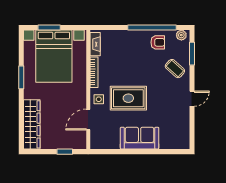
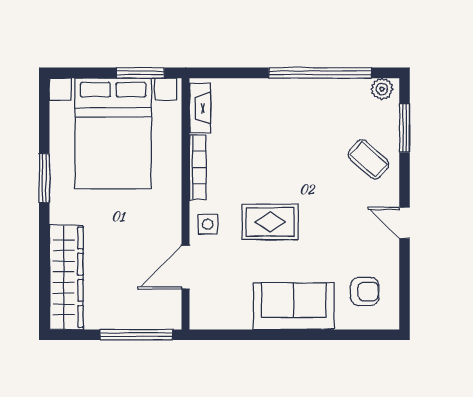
window: (49, 28) -> (140, 73), moved
armchair: (158, 42) -> (365, 292), moved
rug: (128, 98) -> (270, 222), width x0.73, depth x0.70
door: (192, 99) -> (405, 223), swing flipped
window: (65, 152) -> (136, 335), width x2.17

